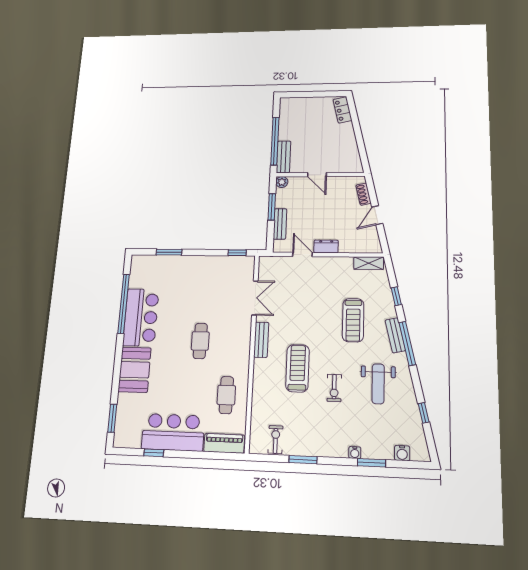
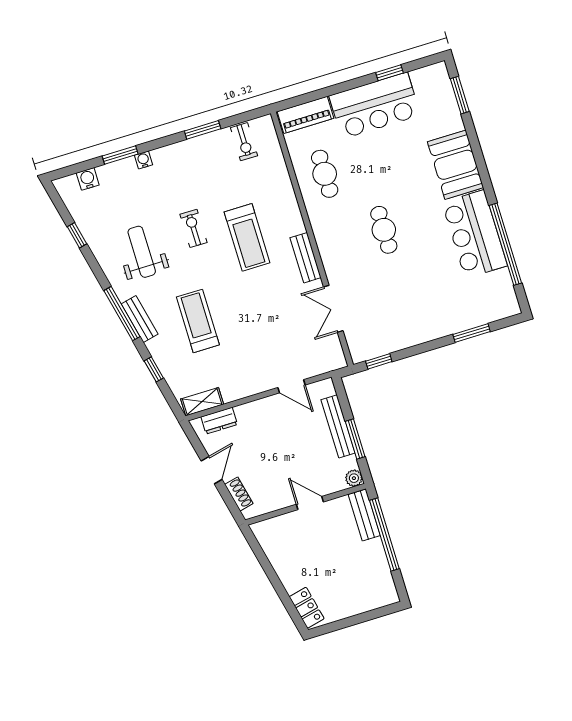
bench: (280, 224) -> (338, 426), width x1.36
dresser: (326, 246) -> (219, 421), moved

